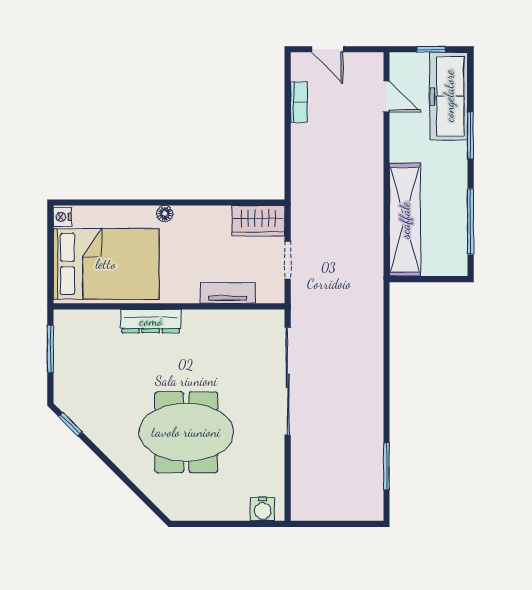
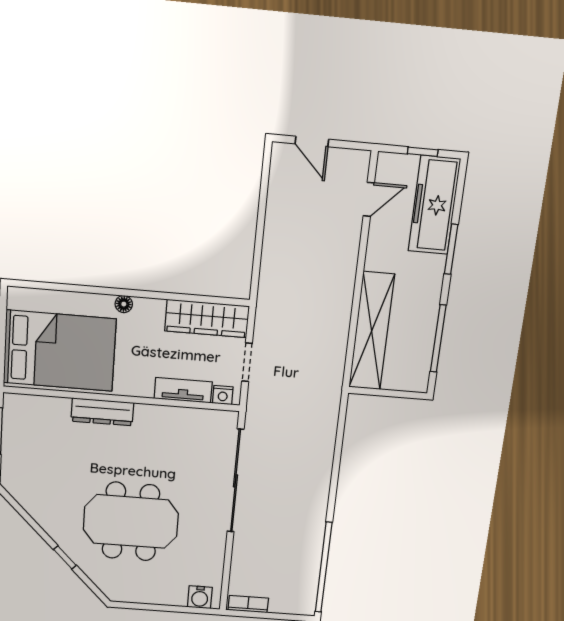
door: (387, 96) -> (369, 199), hinge flipped
bookcase: (299, 102) -> (248, 604), moved, turned -90
nightstand: (62, 217) -> (223, 395), moved, turned -90
wardrobe: (258, 221) -> (207, 319), width x1.50
window: (70, 424) -> (65, 557), moved
window: (387, 466) -> (324, 567), width x2.11

